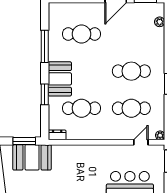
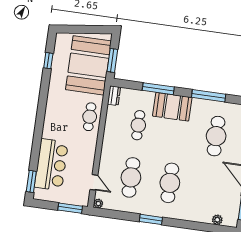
window: (45, 94) -> (158, 89), width x1.44
cafe table: (81, 108) -> (138, 125), width x0.73, depth x0.74
cafe table: (80, 155) -> (90, 117), added
booth: (32, 157) -> (88, 65), width x1.36, depth x1.42

